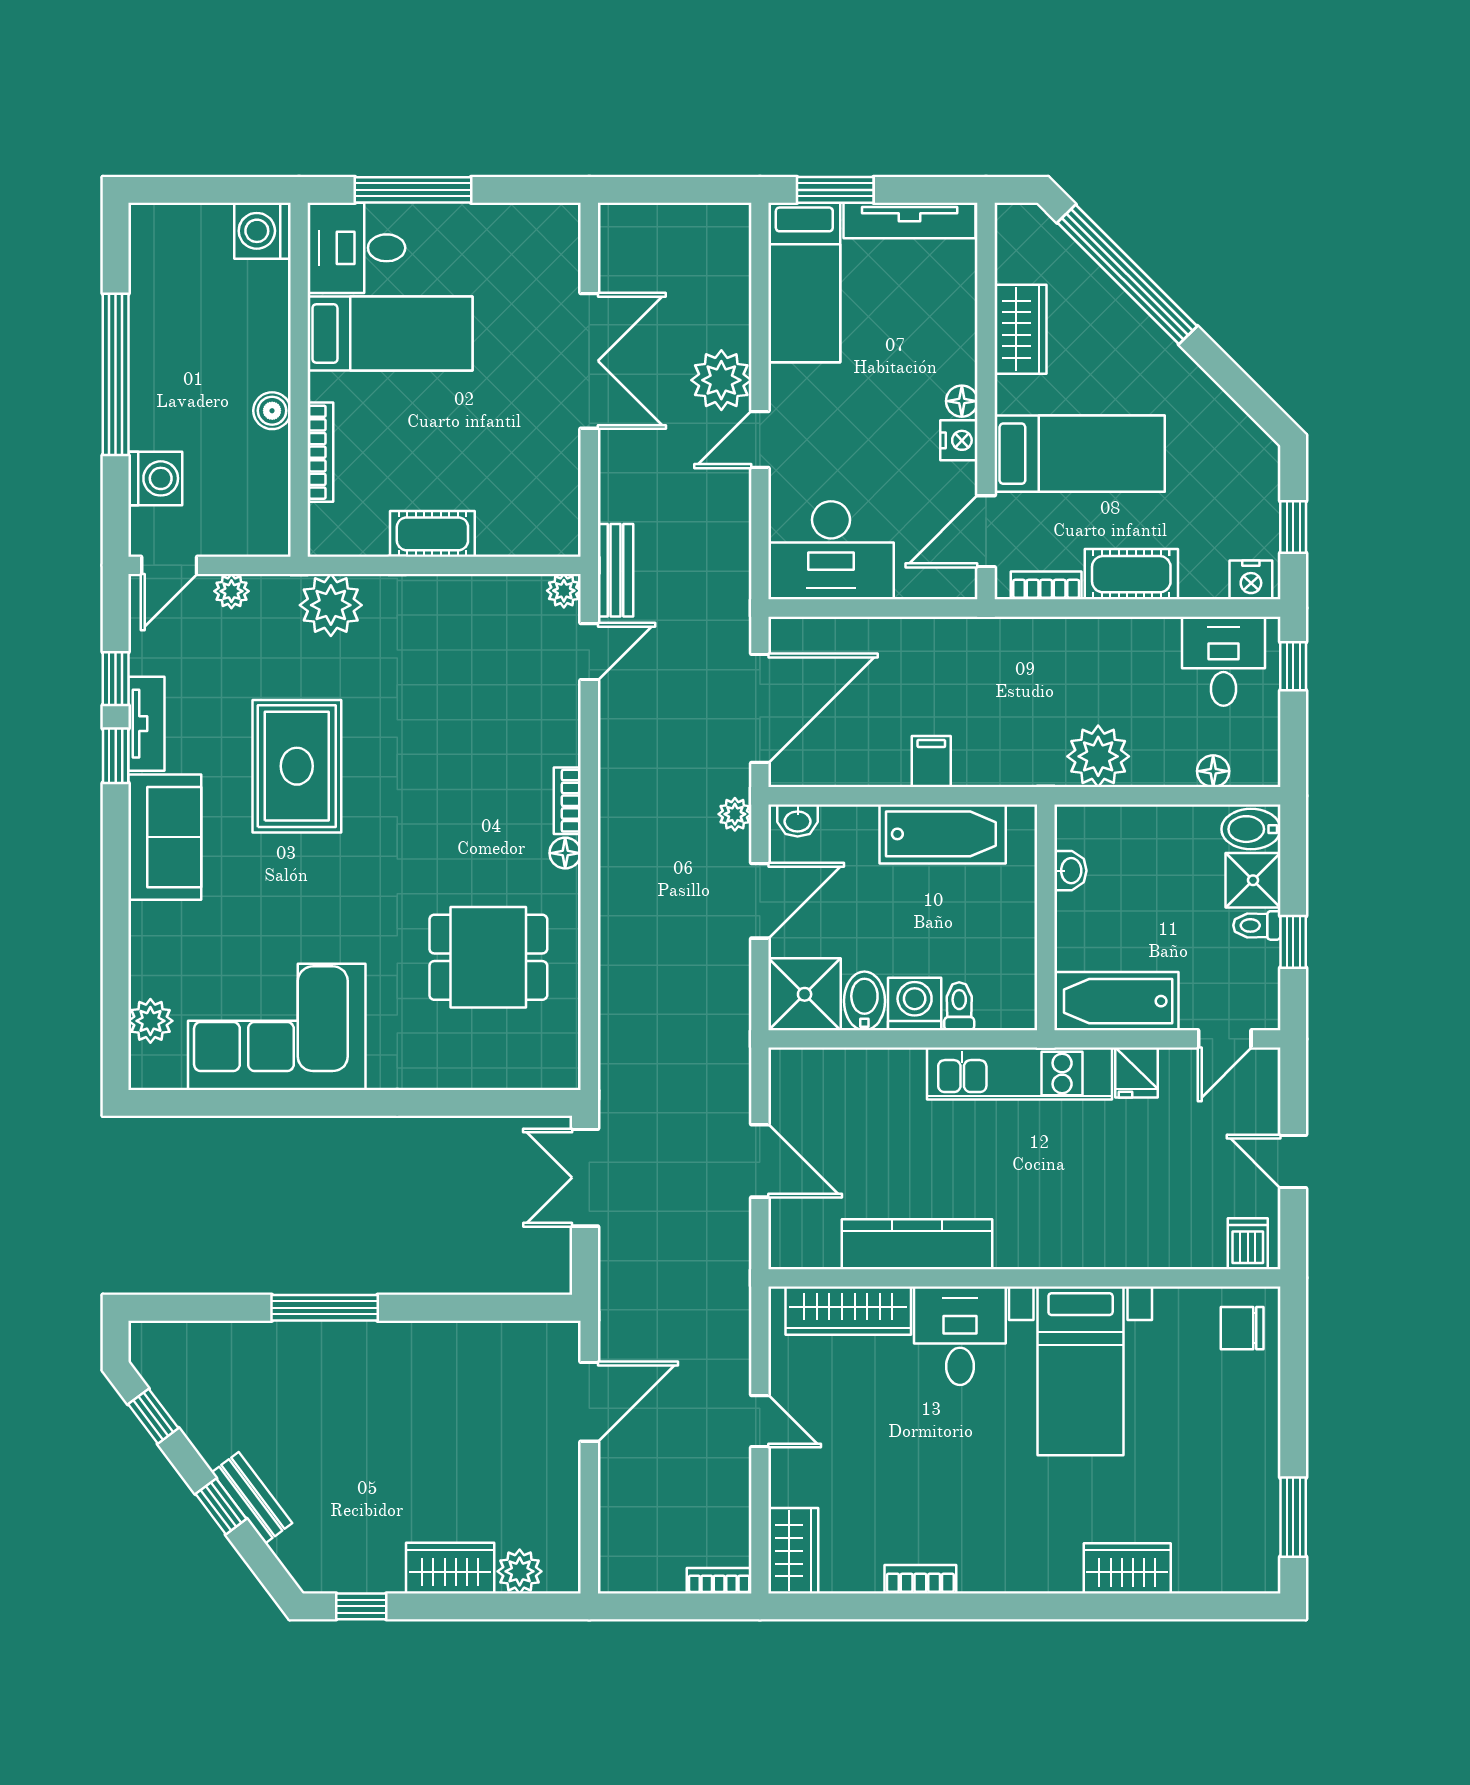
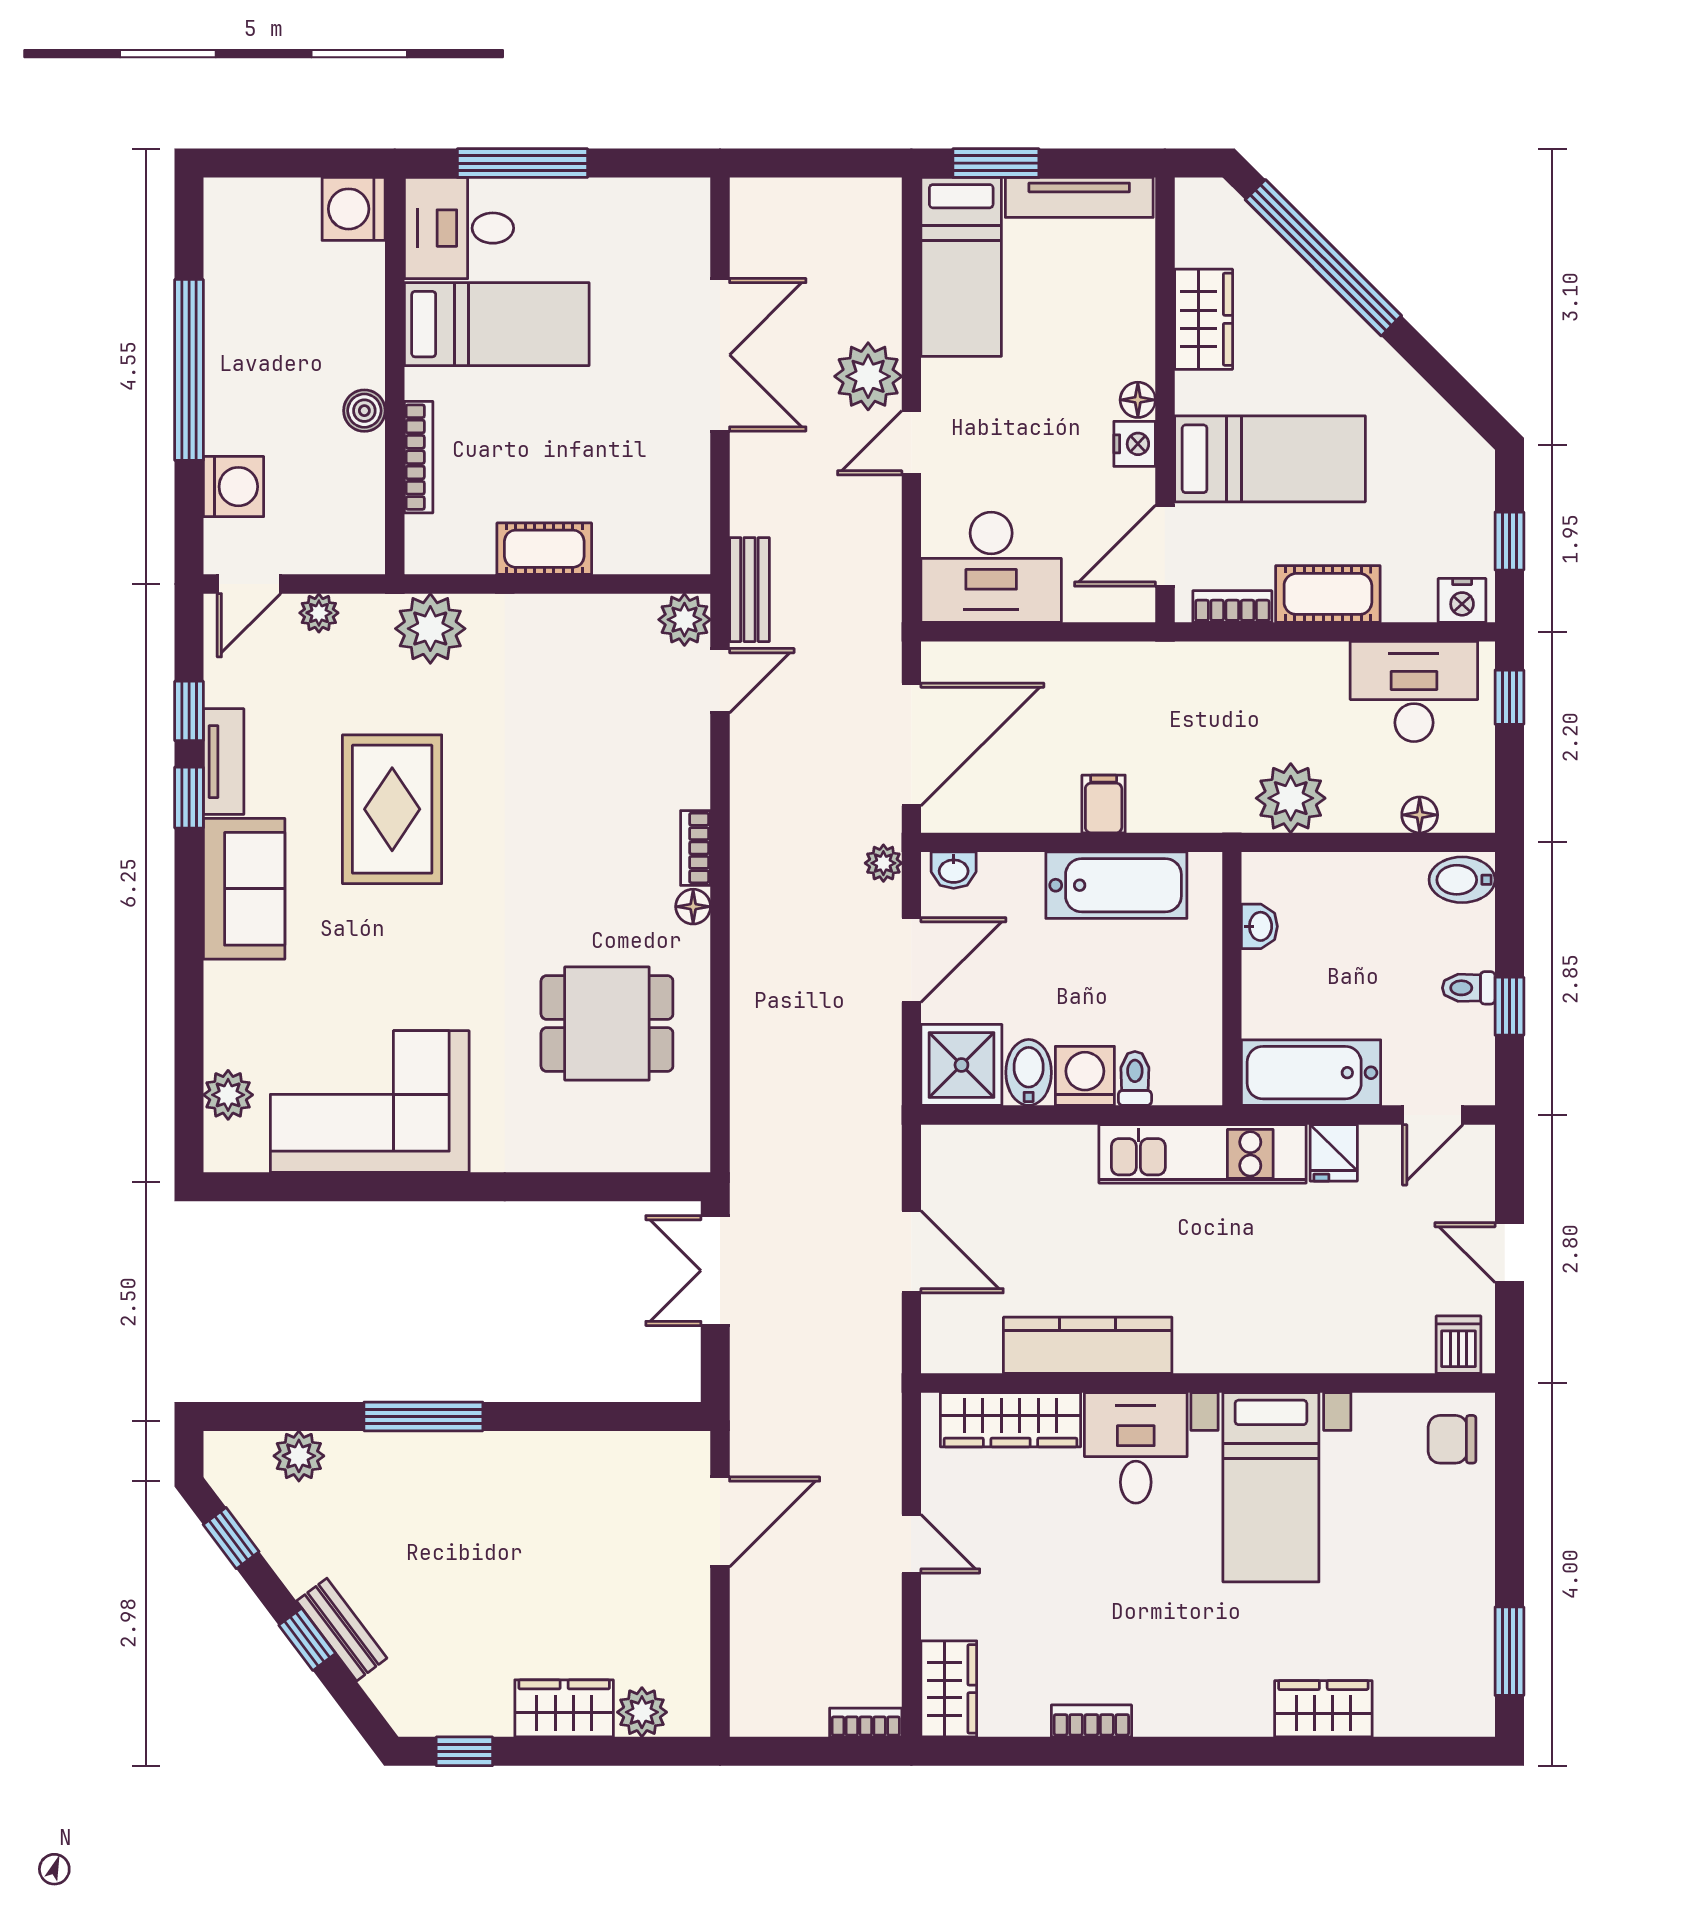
plant: (564, 591) -> (684, 620), width x1.38, depth x1.38
desk: (1224, 661) -> (1414, 692), width x1.37
shower: (1253, 880) -> (1464, 937), removed
plant: (214, 1343) -> (299, 1456), added

